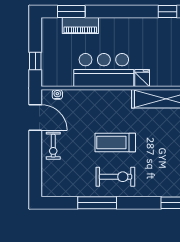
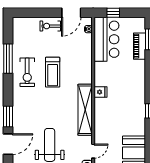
bar counter: (104, 70) -> (107, 39), moved
treadmill: (115, 143) -> (53, 72), turned 180

